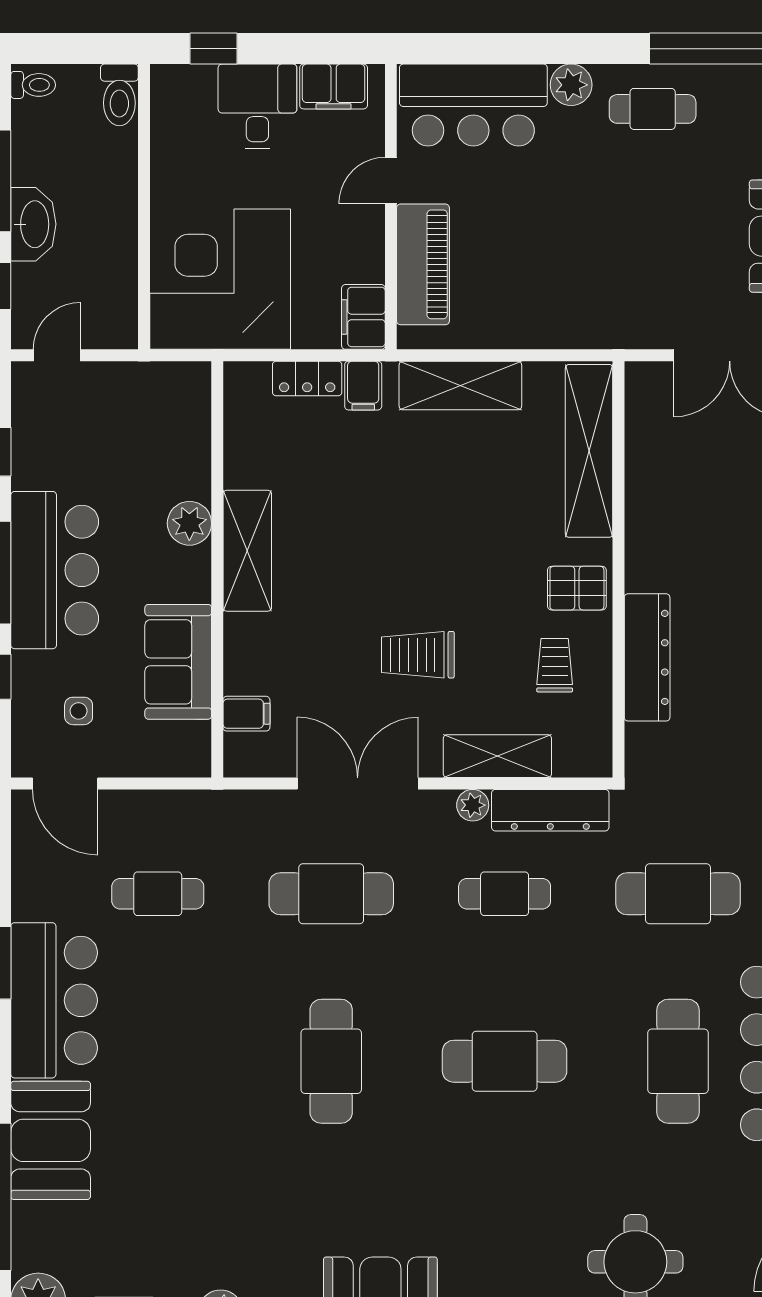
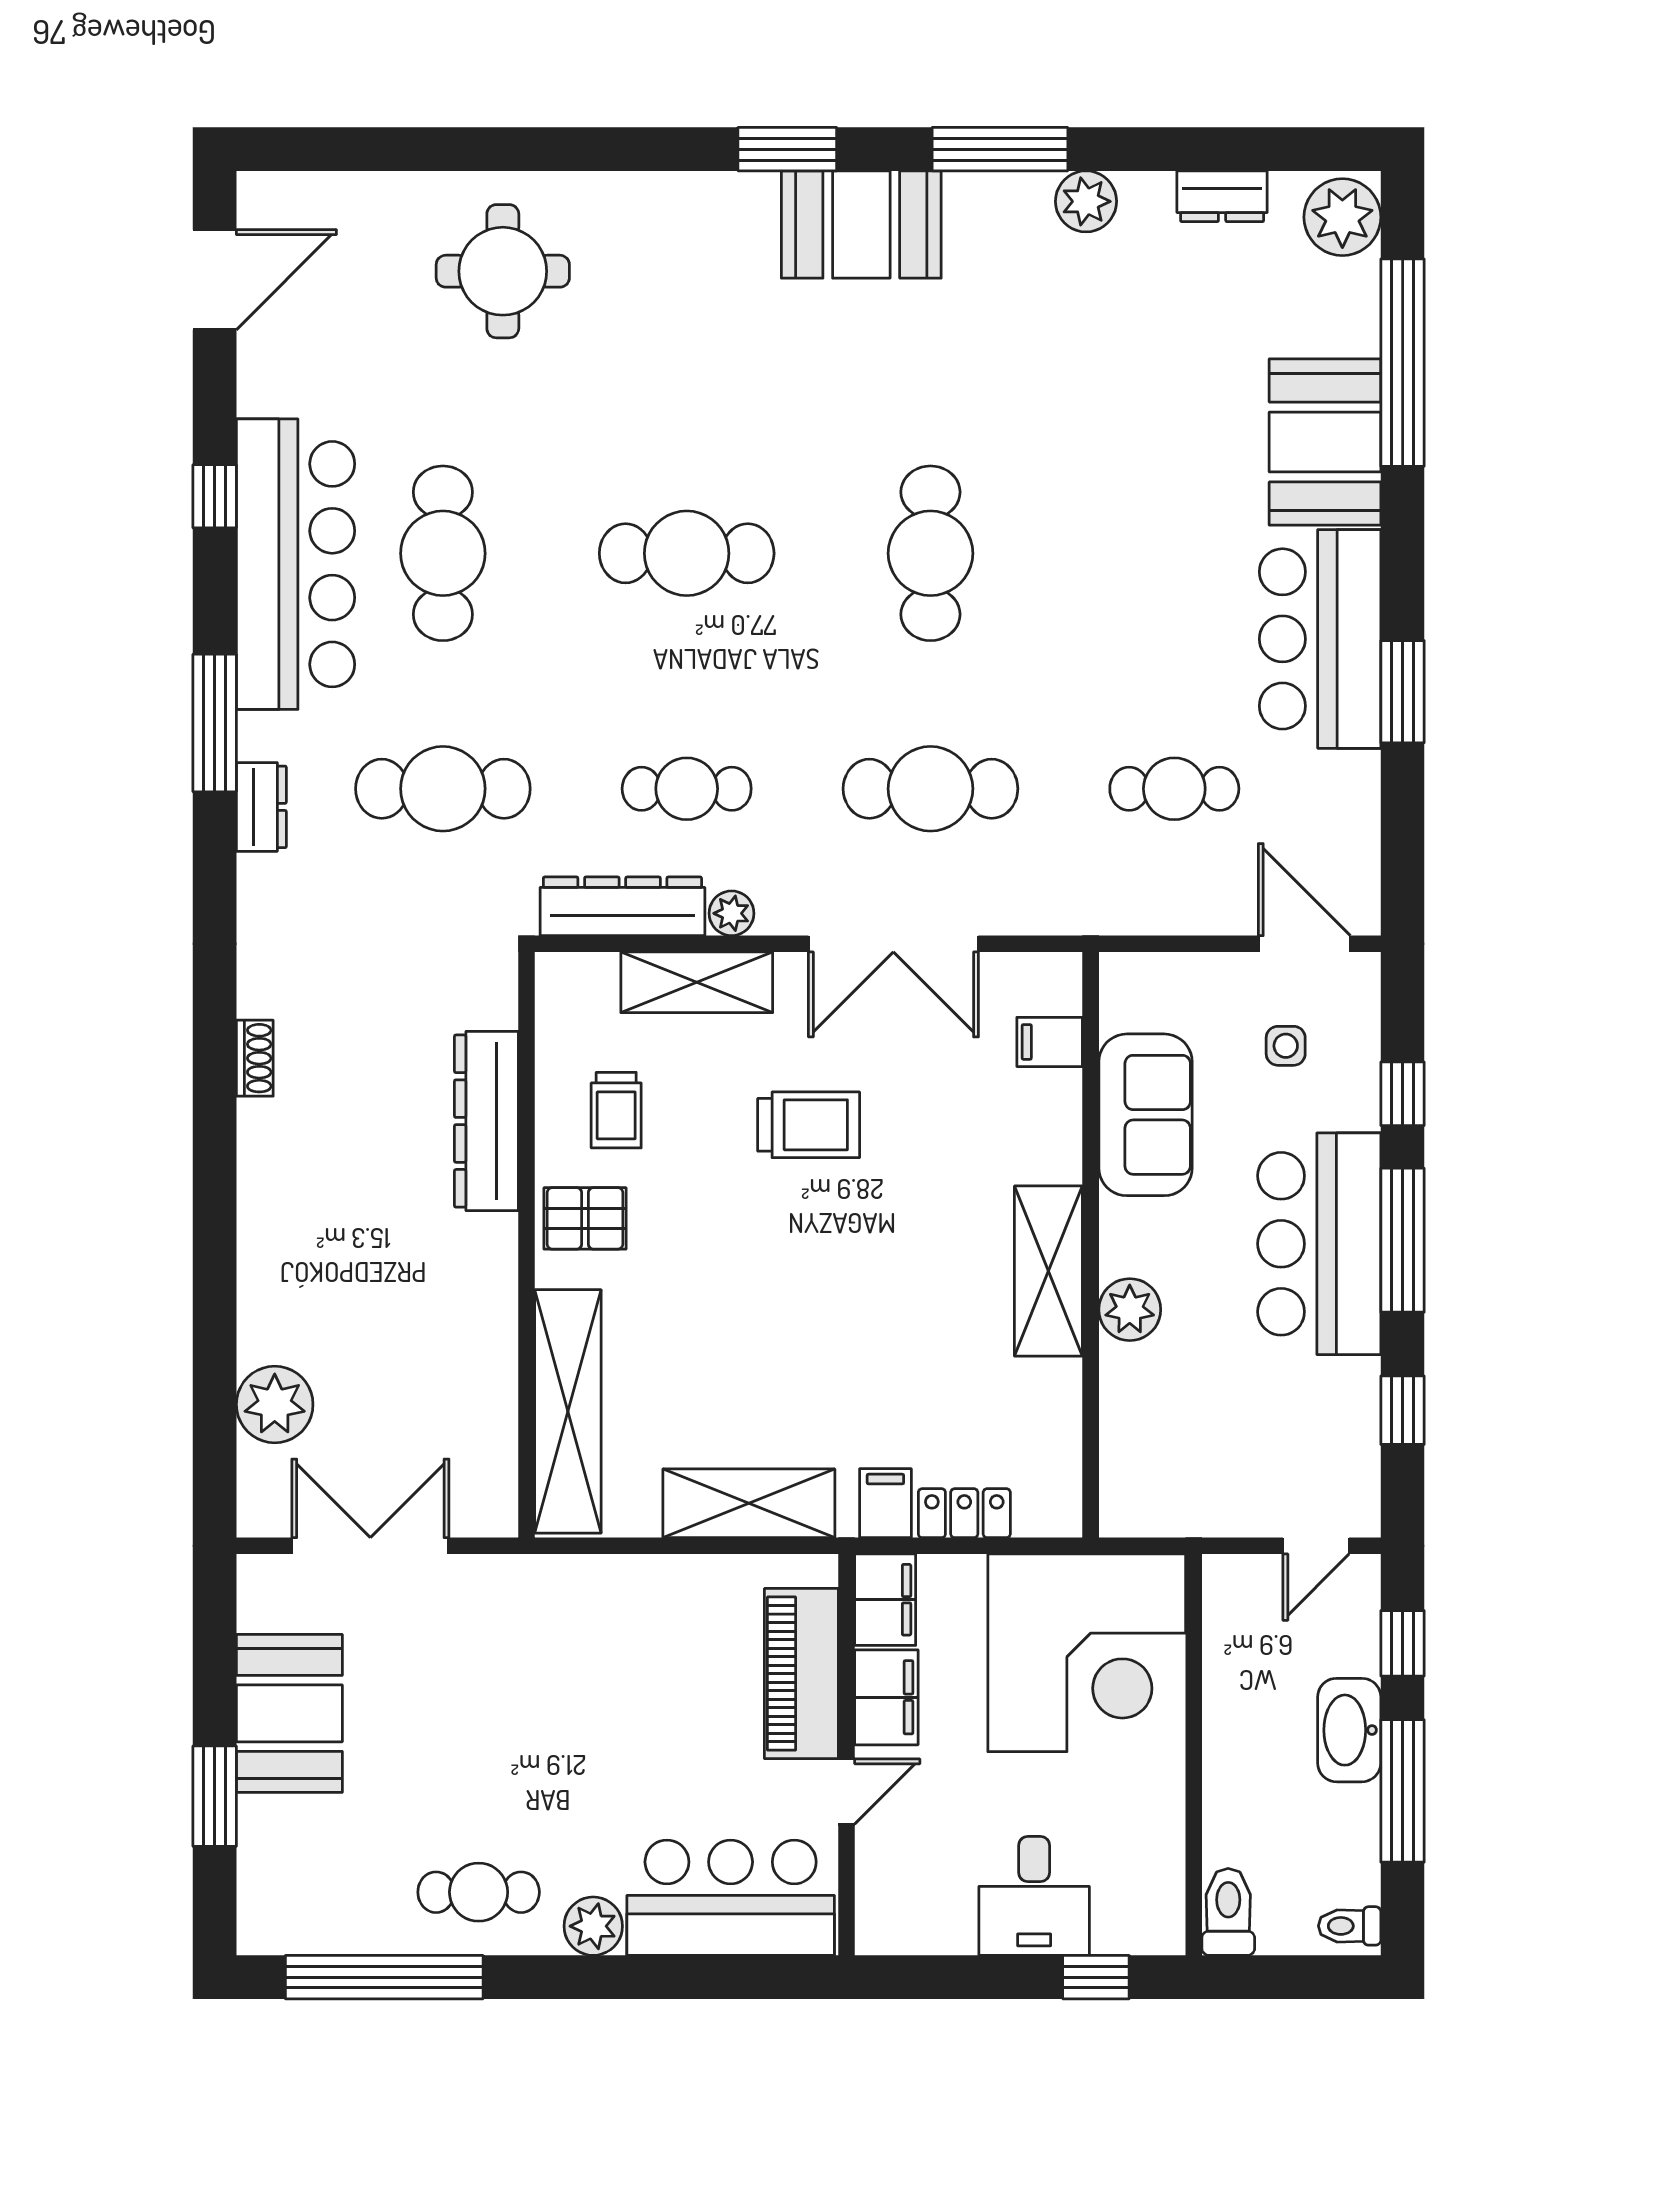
filing cabinet: (334, 86) -> (886, 1697), moved, turned 90

